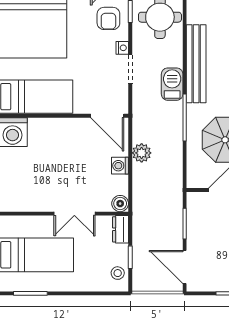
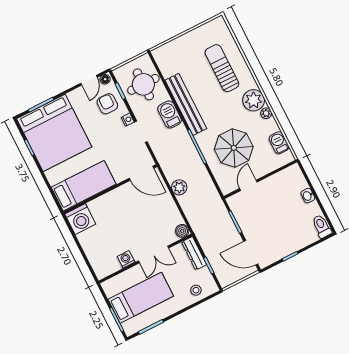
armchair: (108, 18) -> (107, 104), turned 180
barbecue: (172, 84) -> (170, 114), moved
washing machine: (120, 166) -> (126, 259), moved, turned 90
dresser: (121, 229) -> (194, 253), width x1.44
stool: (118, 273) -> (196, 290), moved

